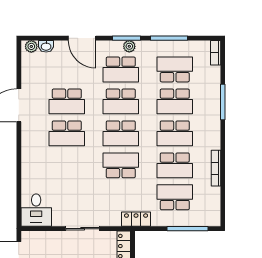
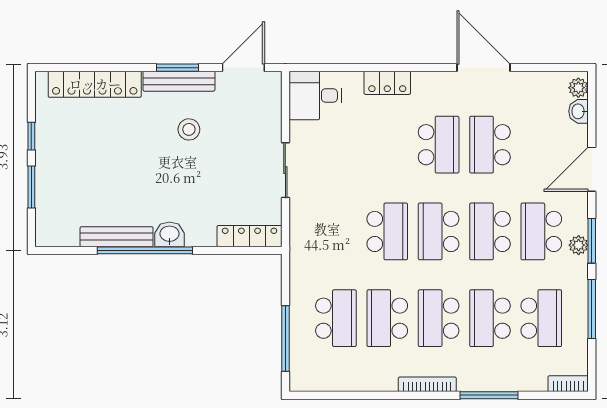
school desk: (67, 133) -> (439, 145), turned 180
bookcase: (216, 168) -> (427, 384), moved
locker: (136, 219) -> (387, 83), moved, turned 90

